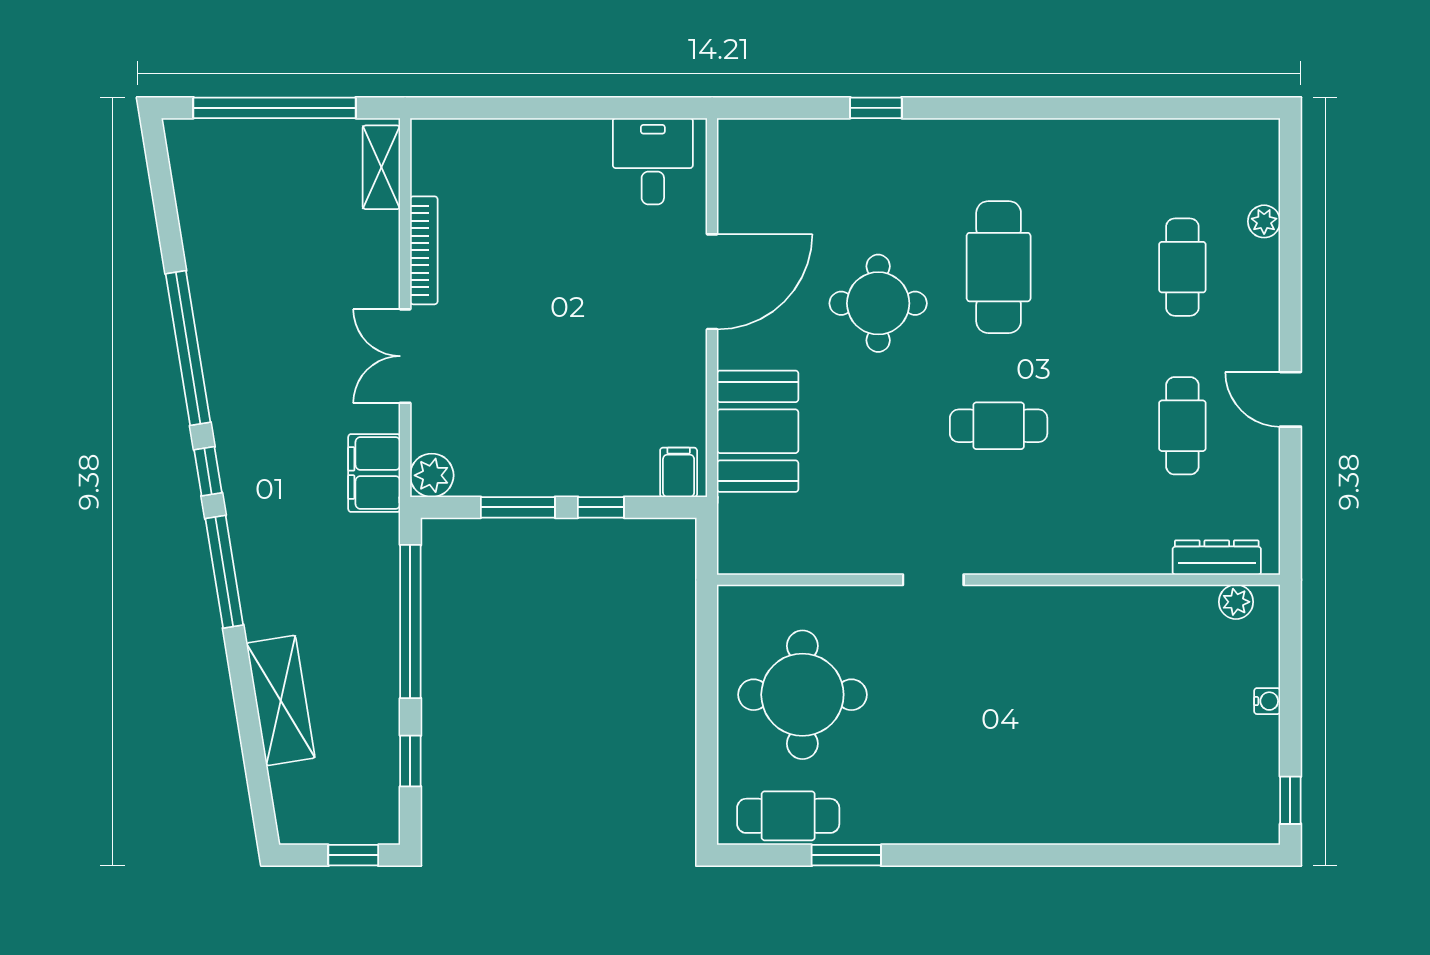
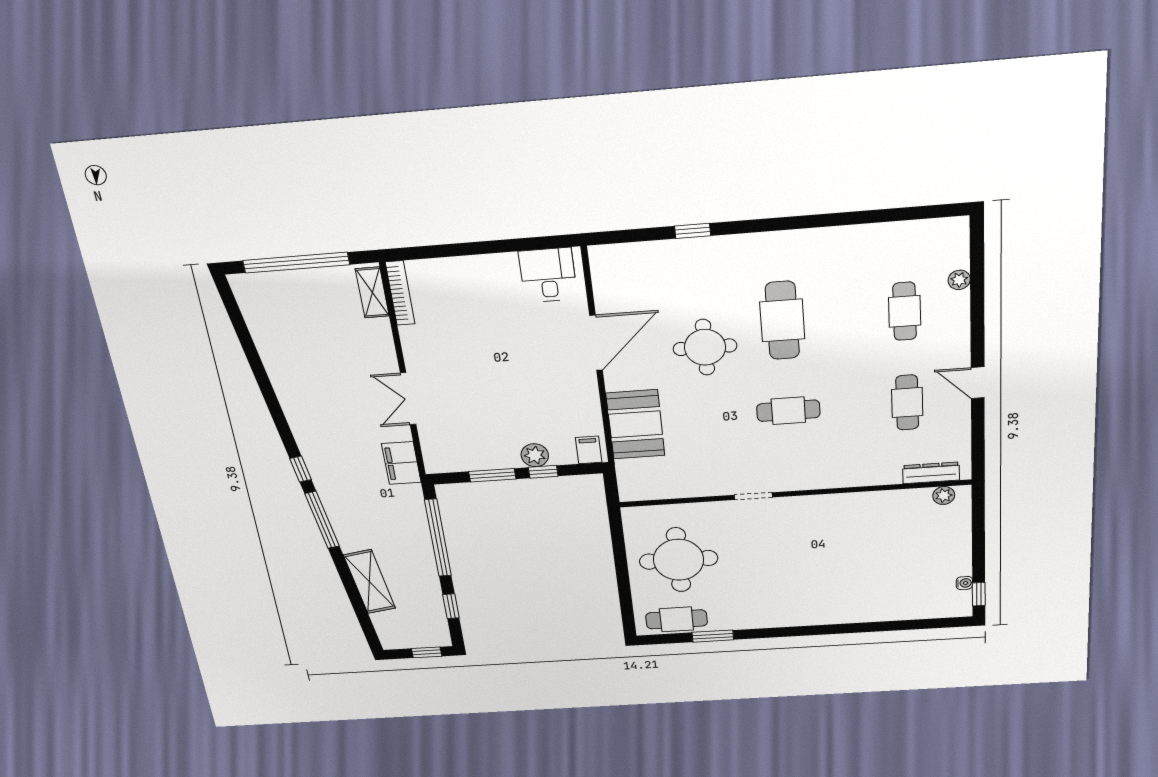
bookcase: (424, 250) -> (400, 293), moved
window: (188, 348) -> (273, 404), removed
plant: (432, 475) -> (535, 455), moved
water cooler: (1267, 701) -> (964, 583), moved

